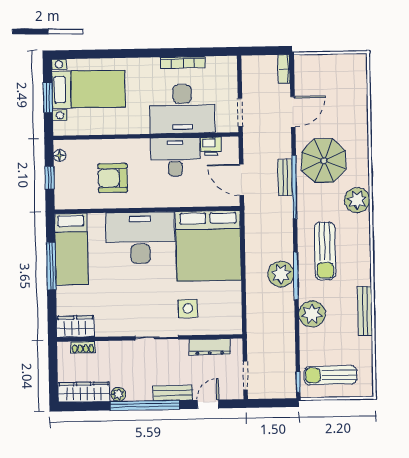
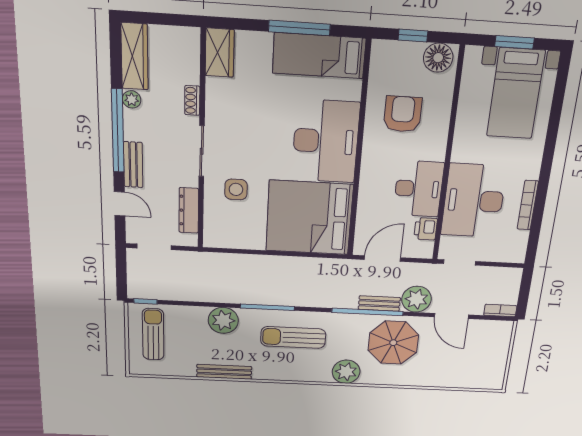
floor lamp: (60, 156) -> (438, 58), width x1.89, depth x1.89
plant: (281, 274) -> (417, 299), moved
shoe rack: (83, 347) -> (192, 100), moved

